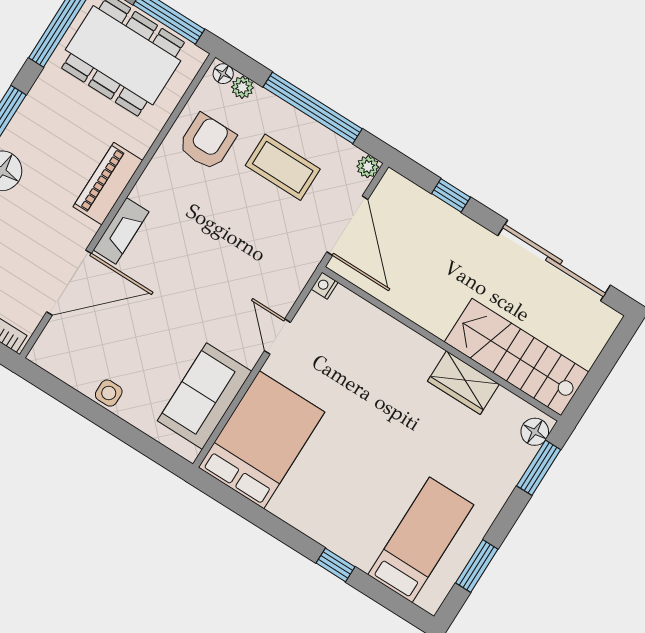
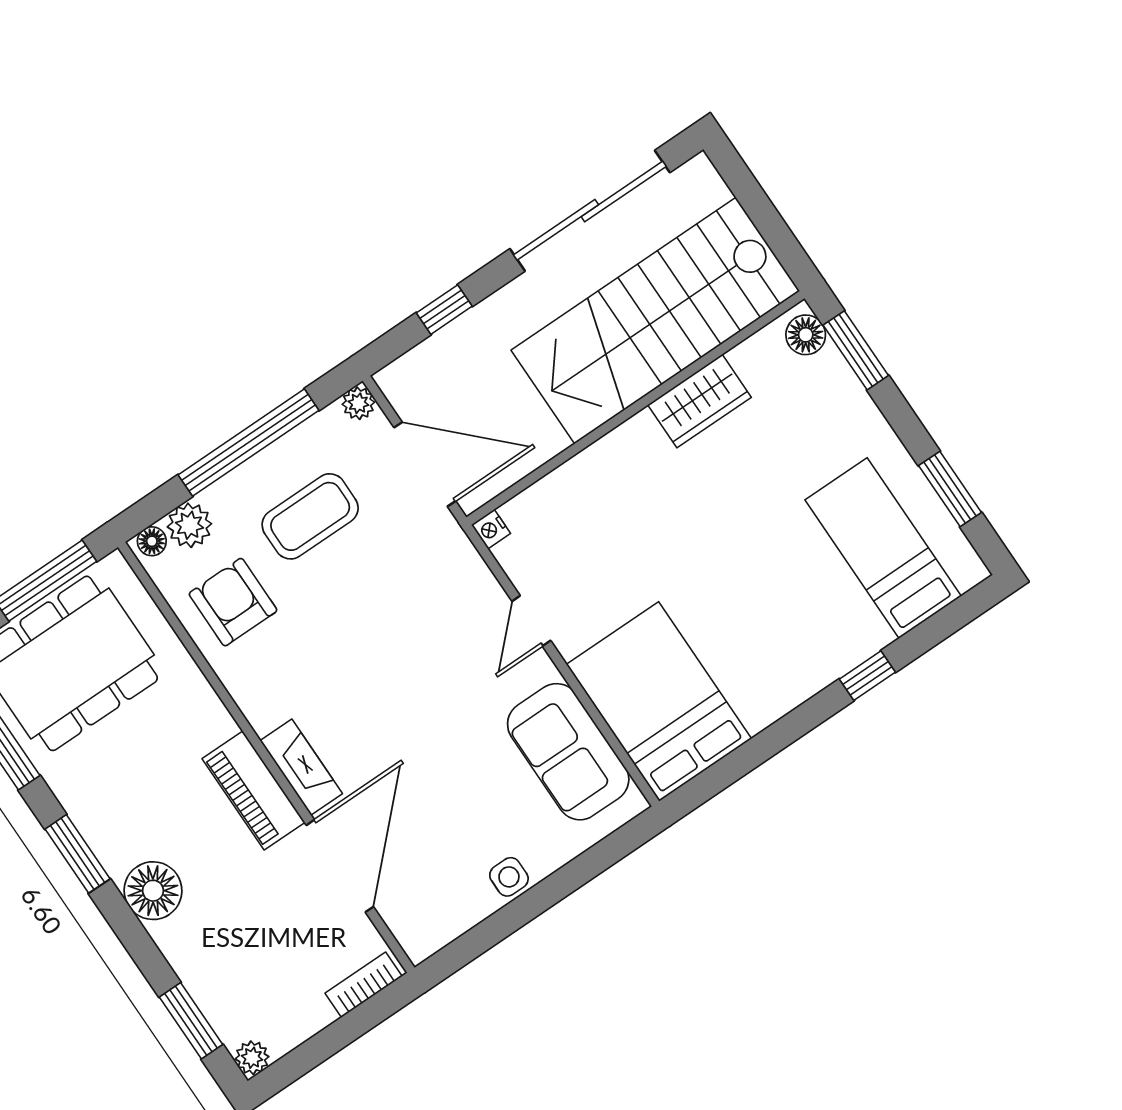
plant: (242, 87) -> (189, 525), width x1.38, depth x1.38
piano: (108, 184) -> (253, 790), moved
door: (277, 337) -> (531, 621), hinge flipped
stairs: (517, 357) -> (655, 321), width x1.36, depth x1.51

